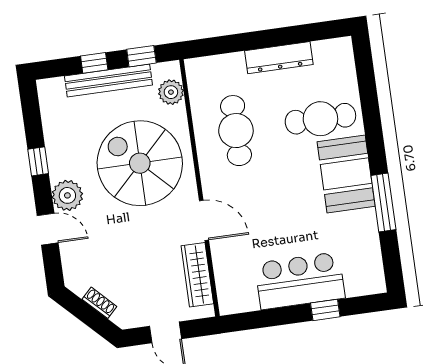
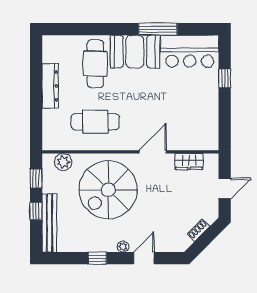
bench: (108, 80) -> (49, 223), moved
plant: (67, 195) -> (123, 247), width x0.53, depth x0.53
wardrobe: (197, 275) -> (189, 162), width x0.67
bar counter: (300, 281) -> (190, 51), moved, turned -90

